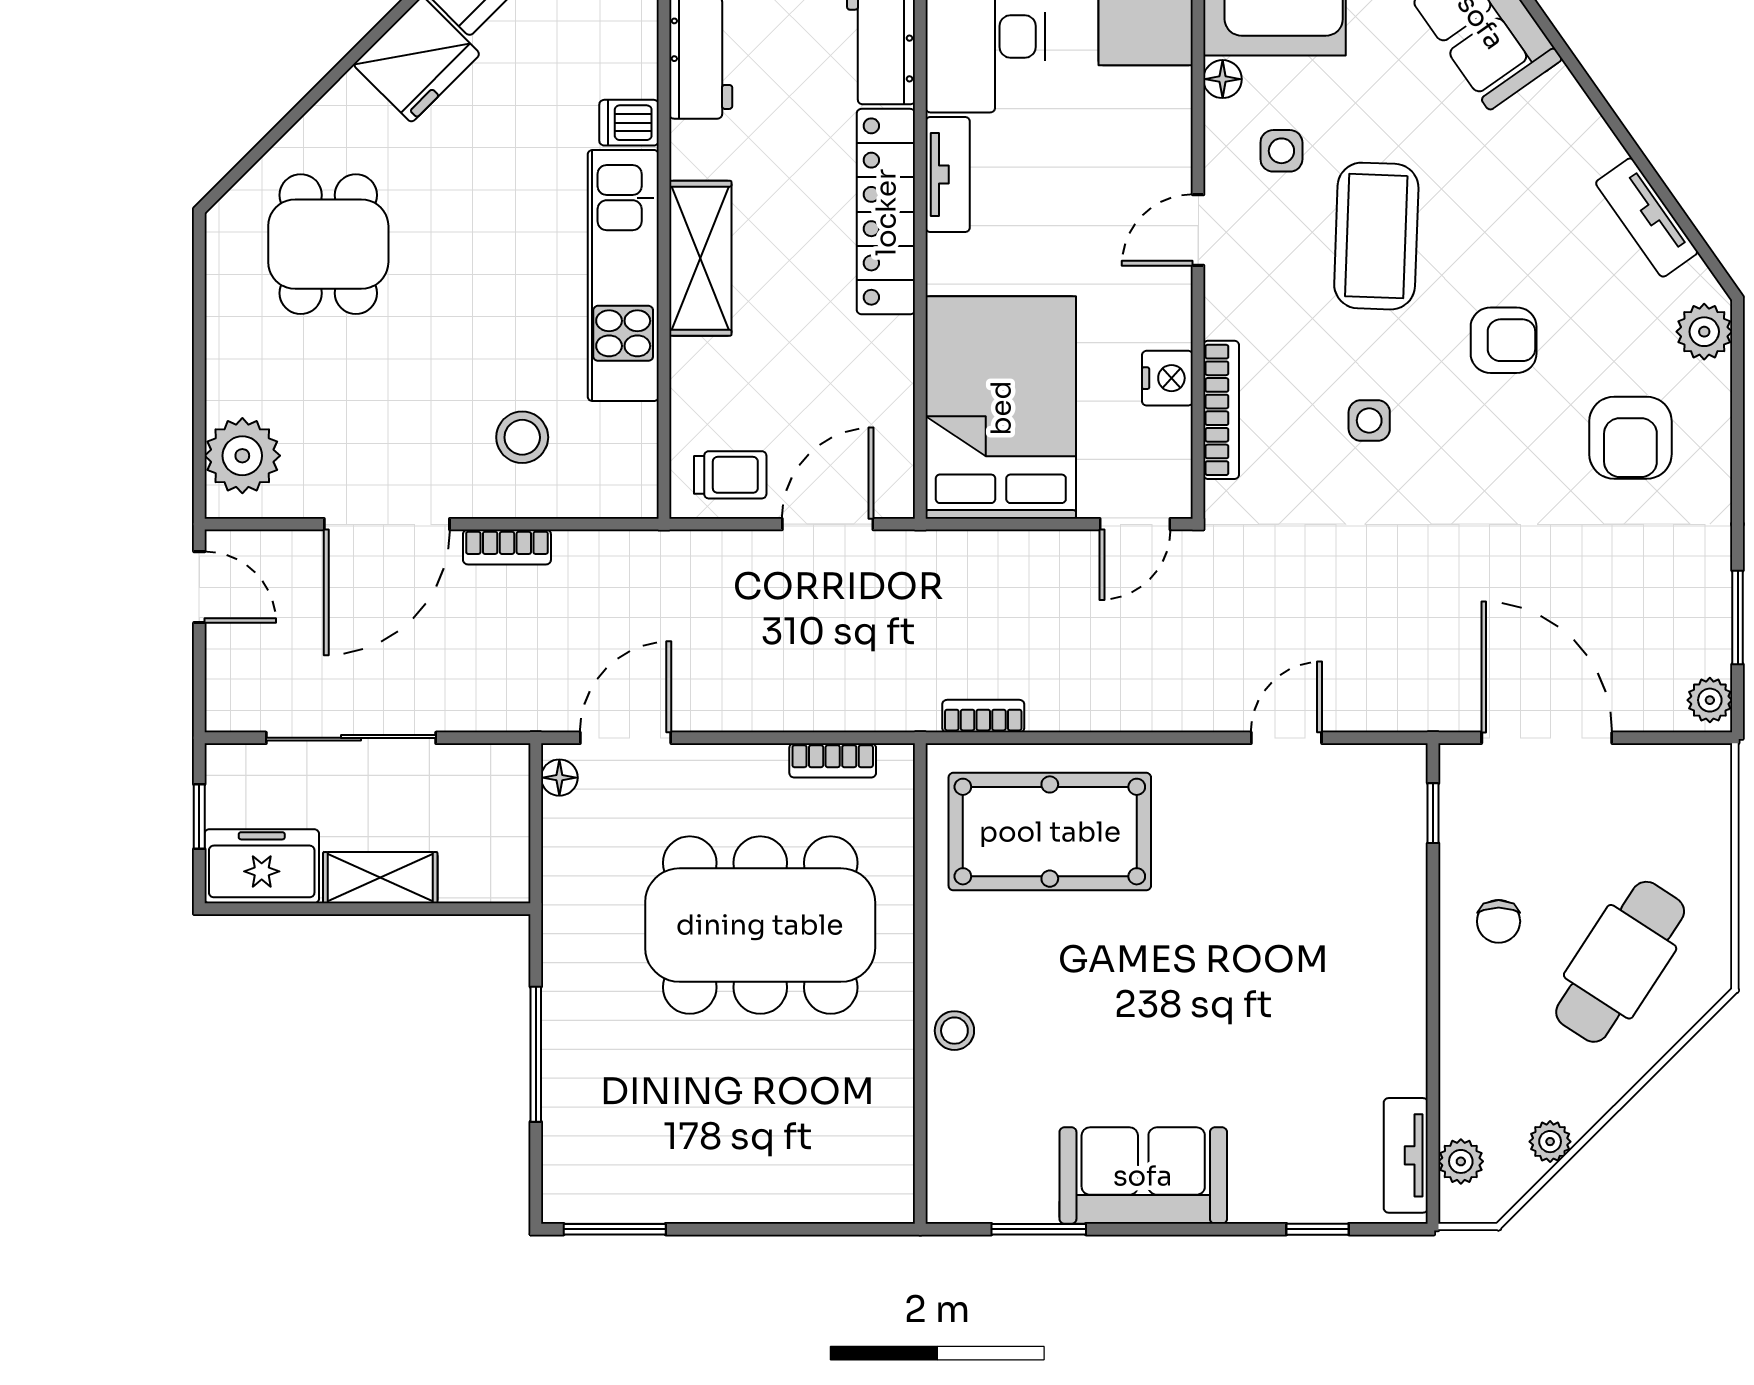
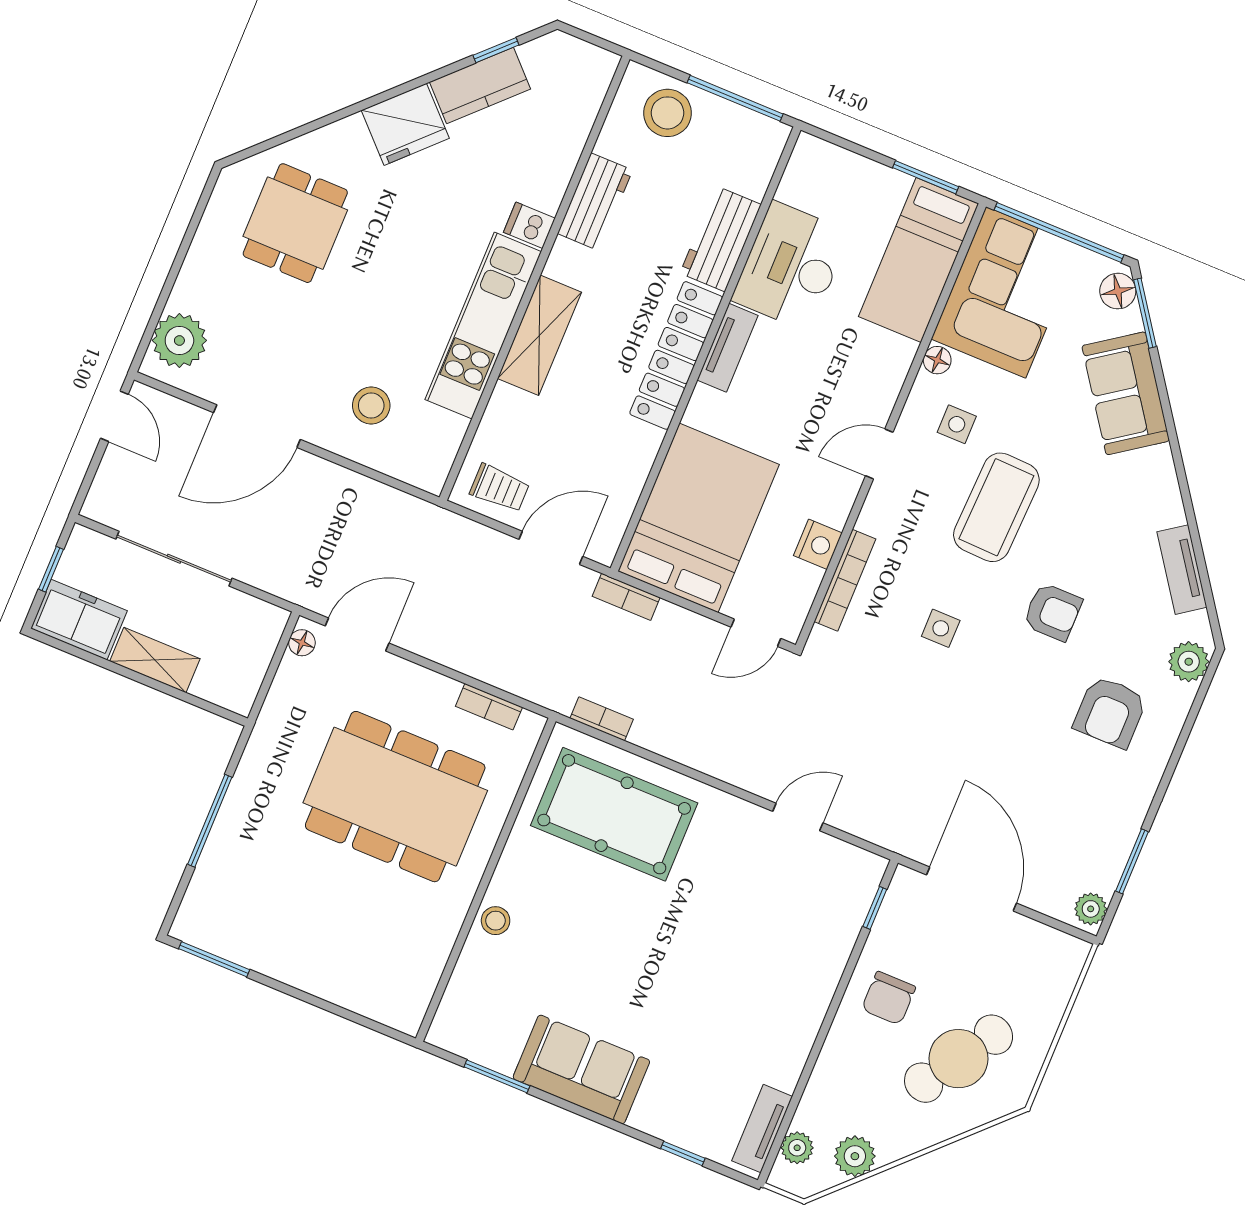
bookcase: (507, 547) -> (626, 597), moved
chair: (1499, 921) -> (889, 998), width x1.37, depth x1.37
plant: (1550, 1142) -> (855, 1156), width x1.38, depth x1.38

